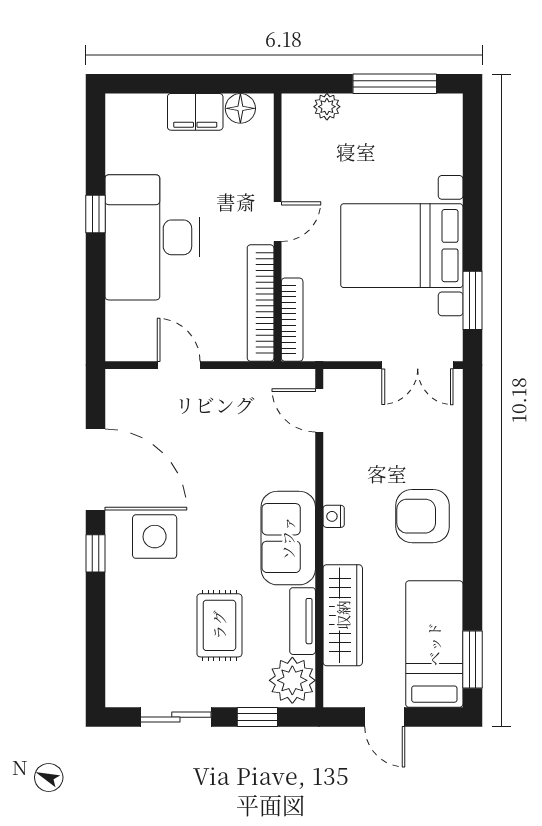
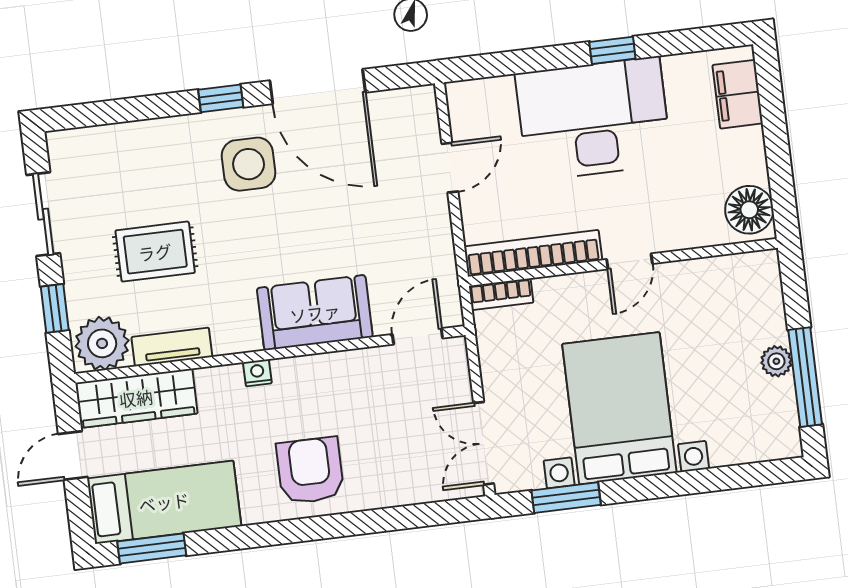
plant: (327, 107) -> (776, 361), moved
floor lamp: (240, 108) -> (749, 210), width x1.38, depth x1.38
filing cabinet: (195, 112) -> (738, 94), moved
door: (278, 222) -> (629, 261), hinge flipped
bookcase: (292, 320) -> (501, 294), width x0.64
door: (96, 469) -> (318, 86), hinge flipped
nightstand: (334, 516) -> (257, 373), moved
sofa: (288, 538) -> (315, 313), moved
wardrobe: (343, 615) -> (136, 398), moved

